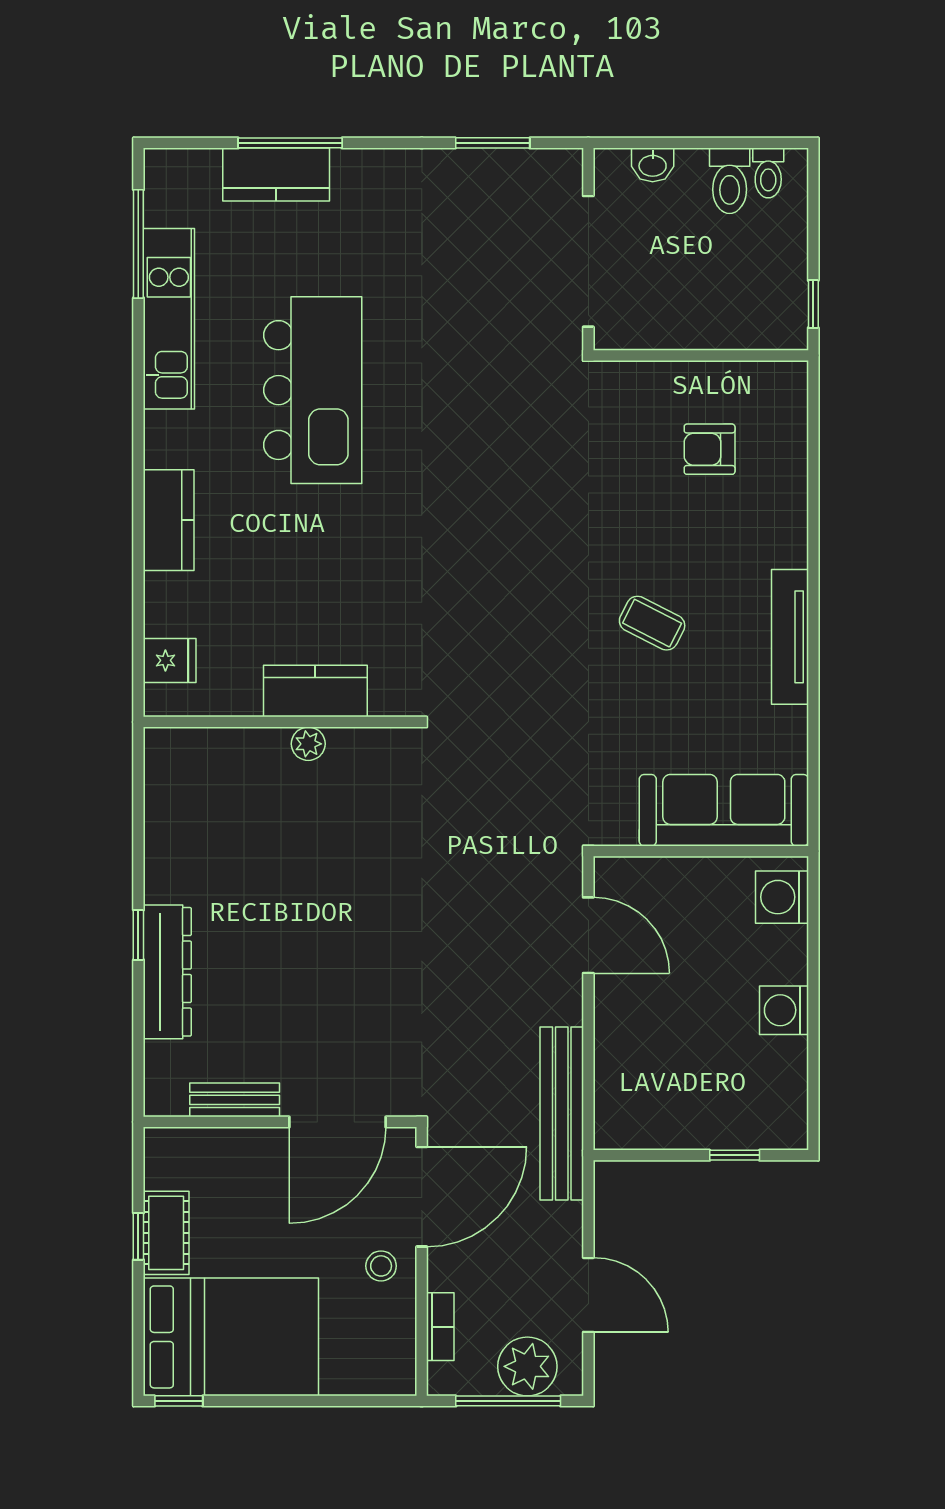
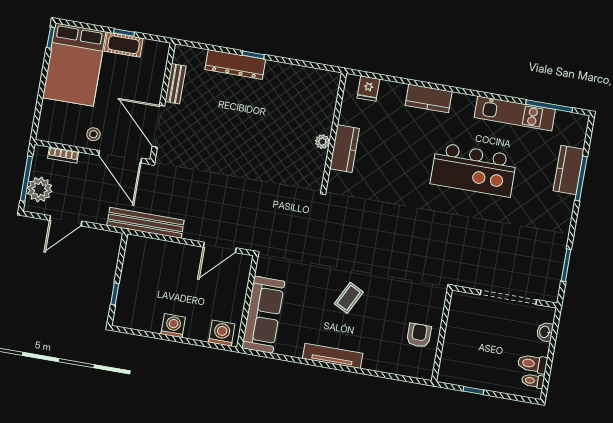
wall: (701, 355) -> (442, 335), moved

